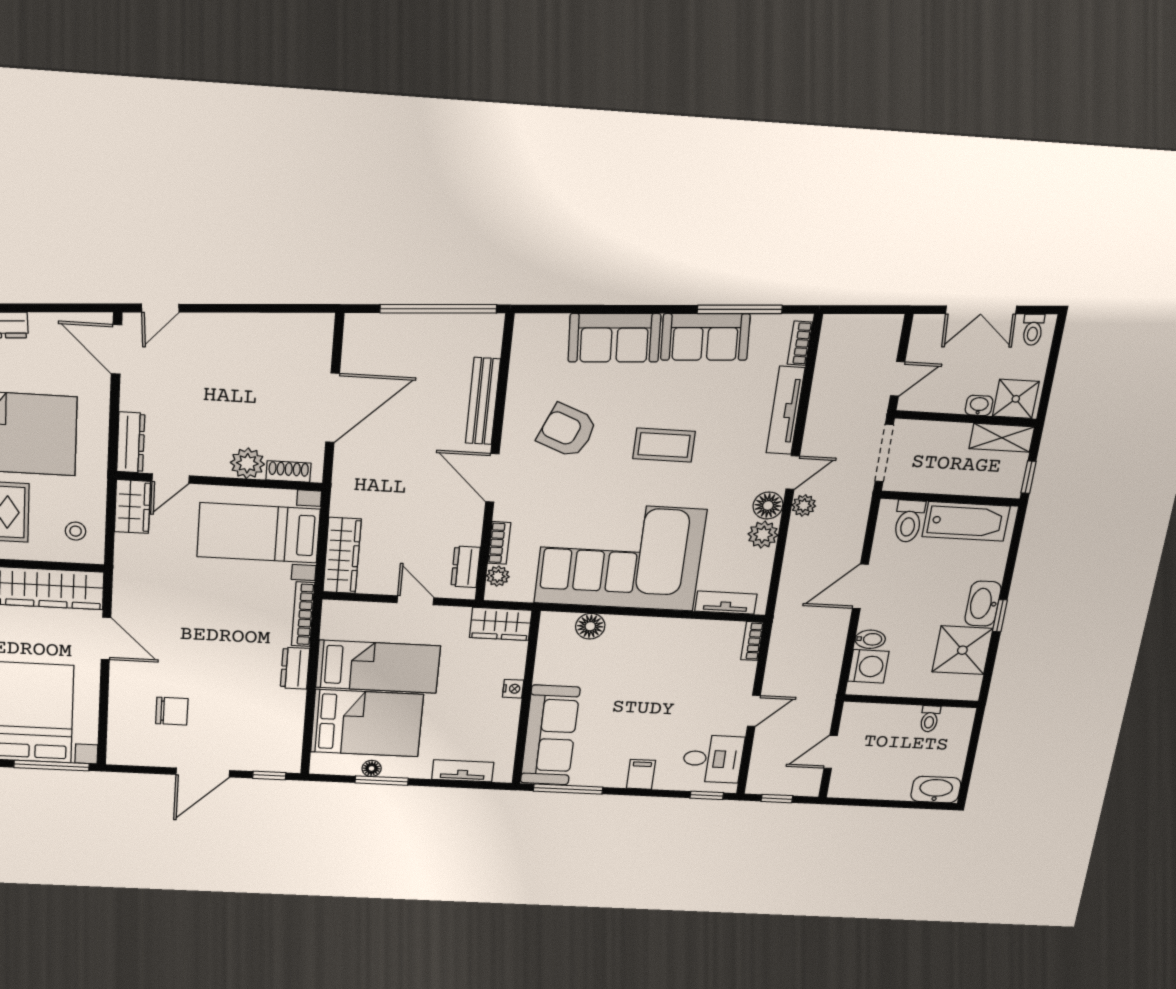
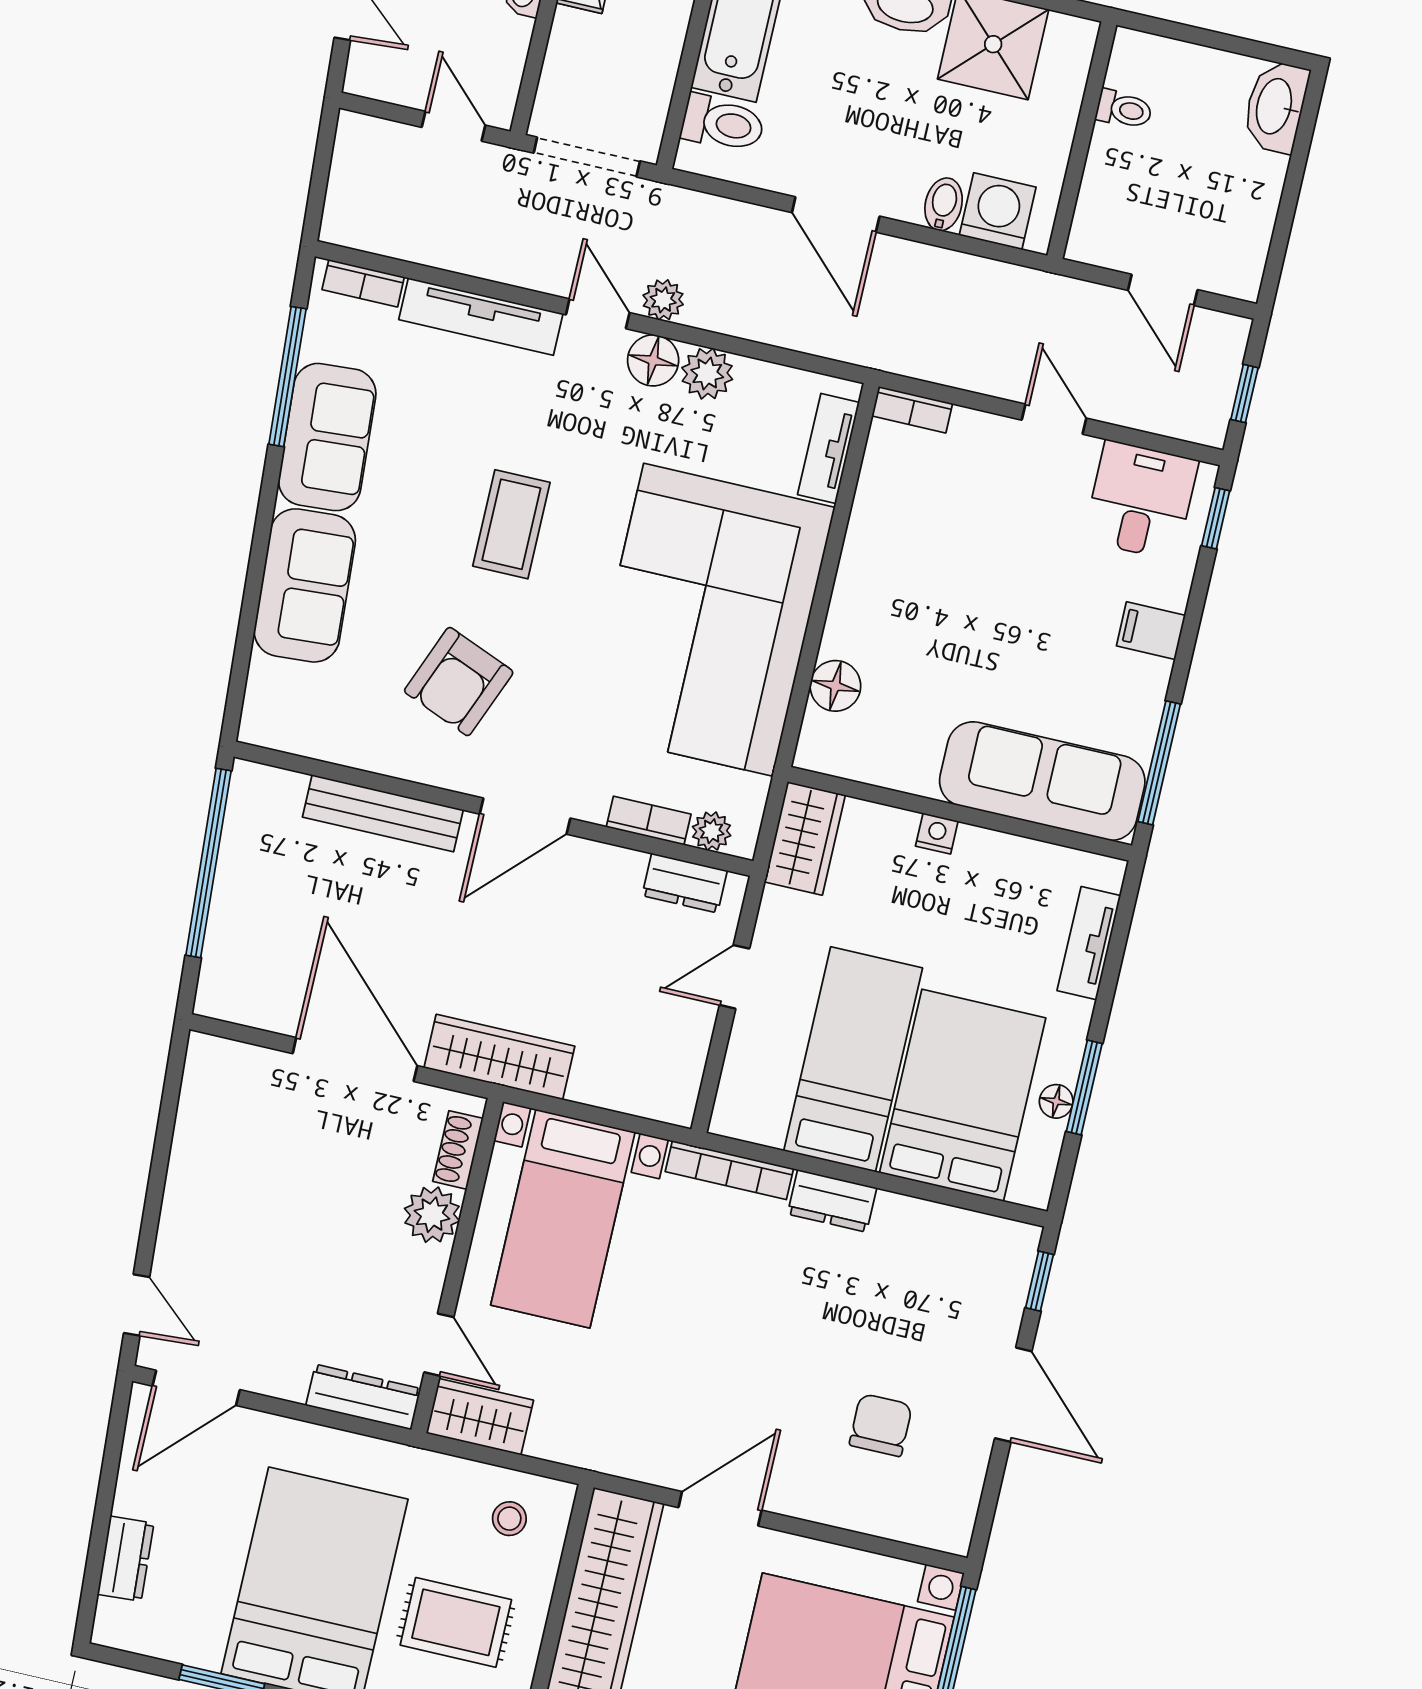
wardrobe: (342, 555) -> (499, 1057), moved

